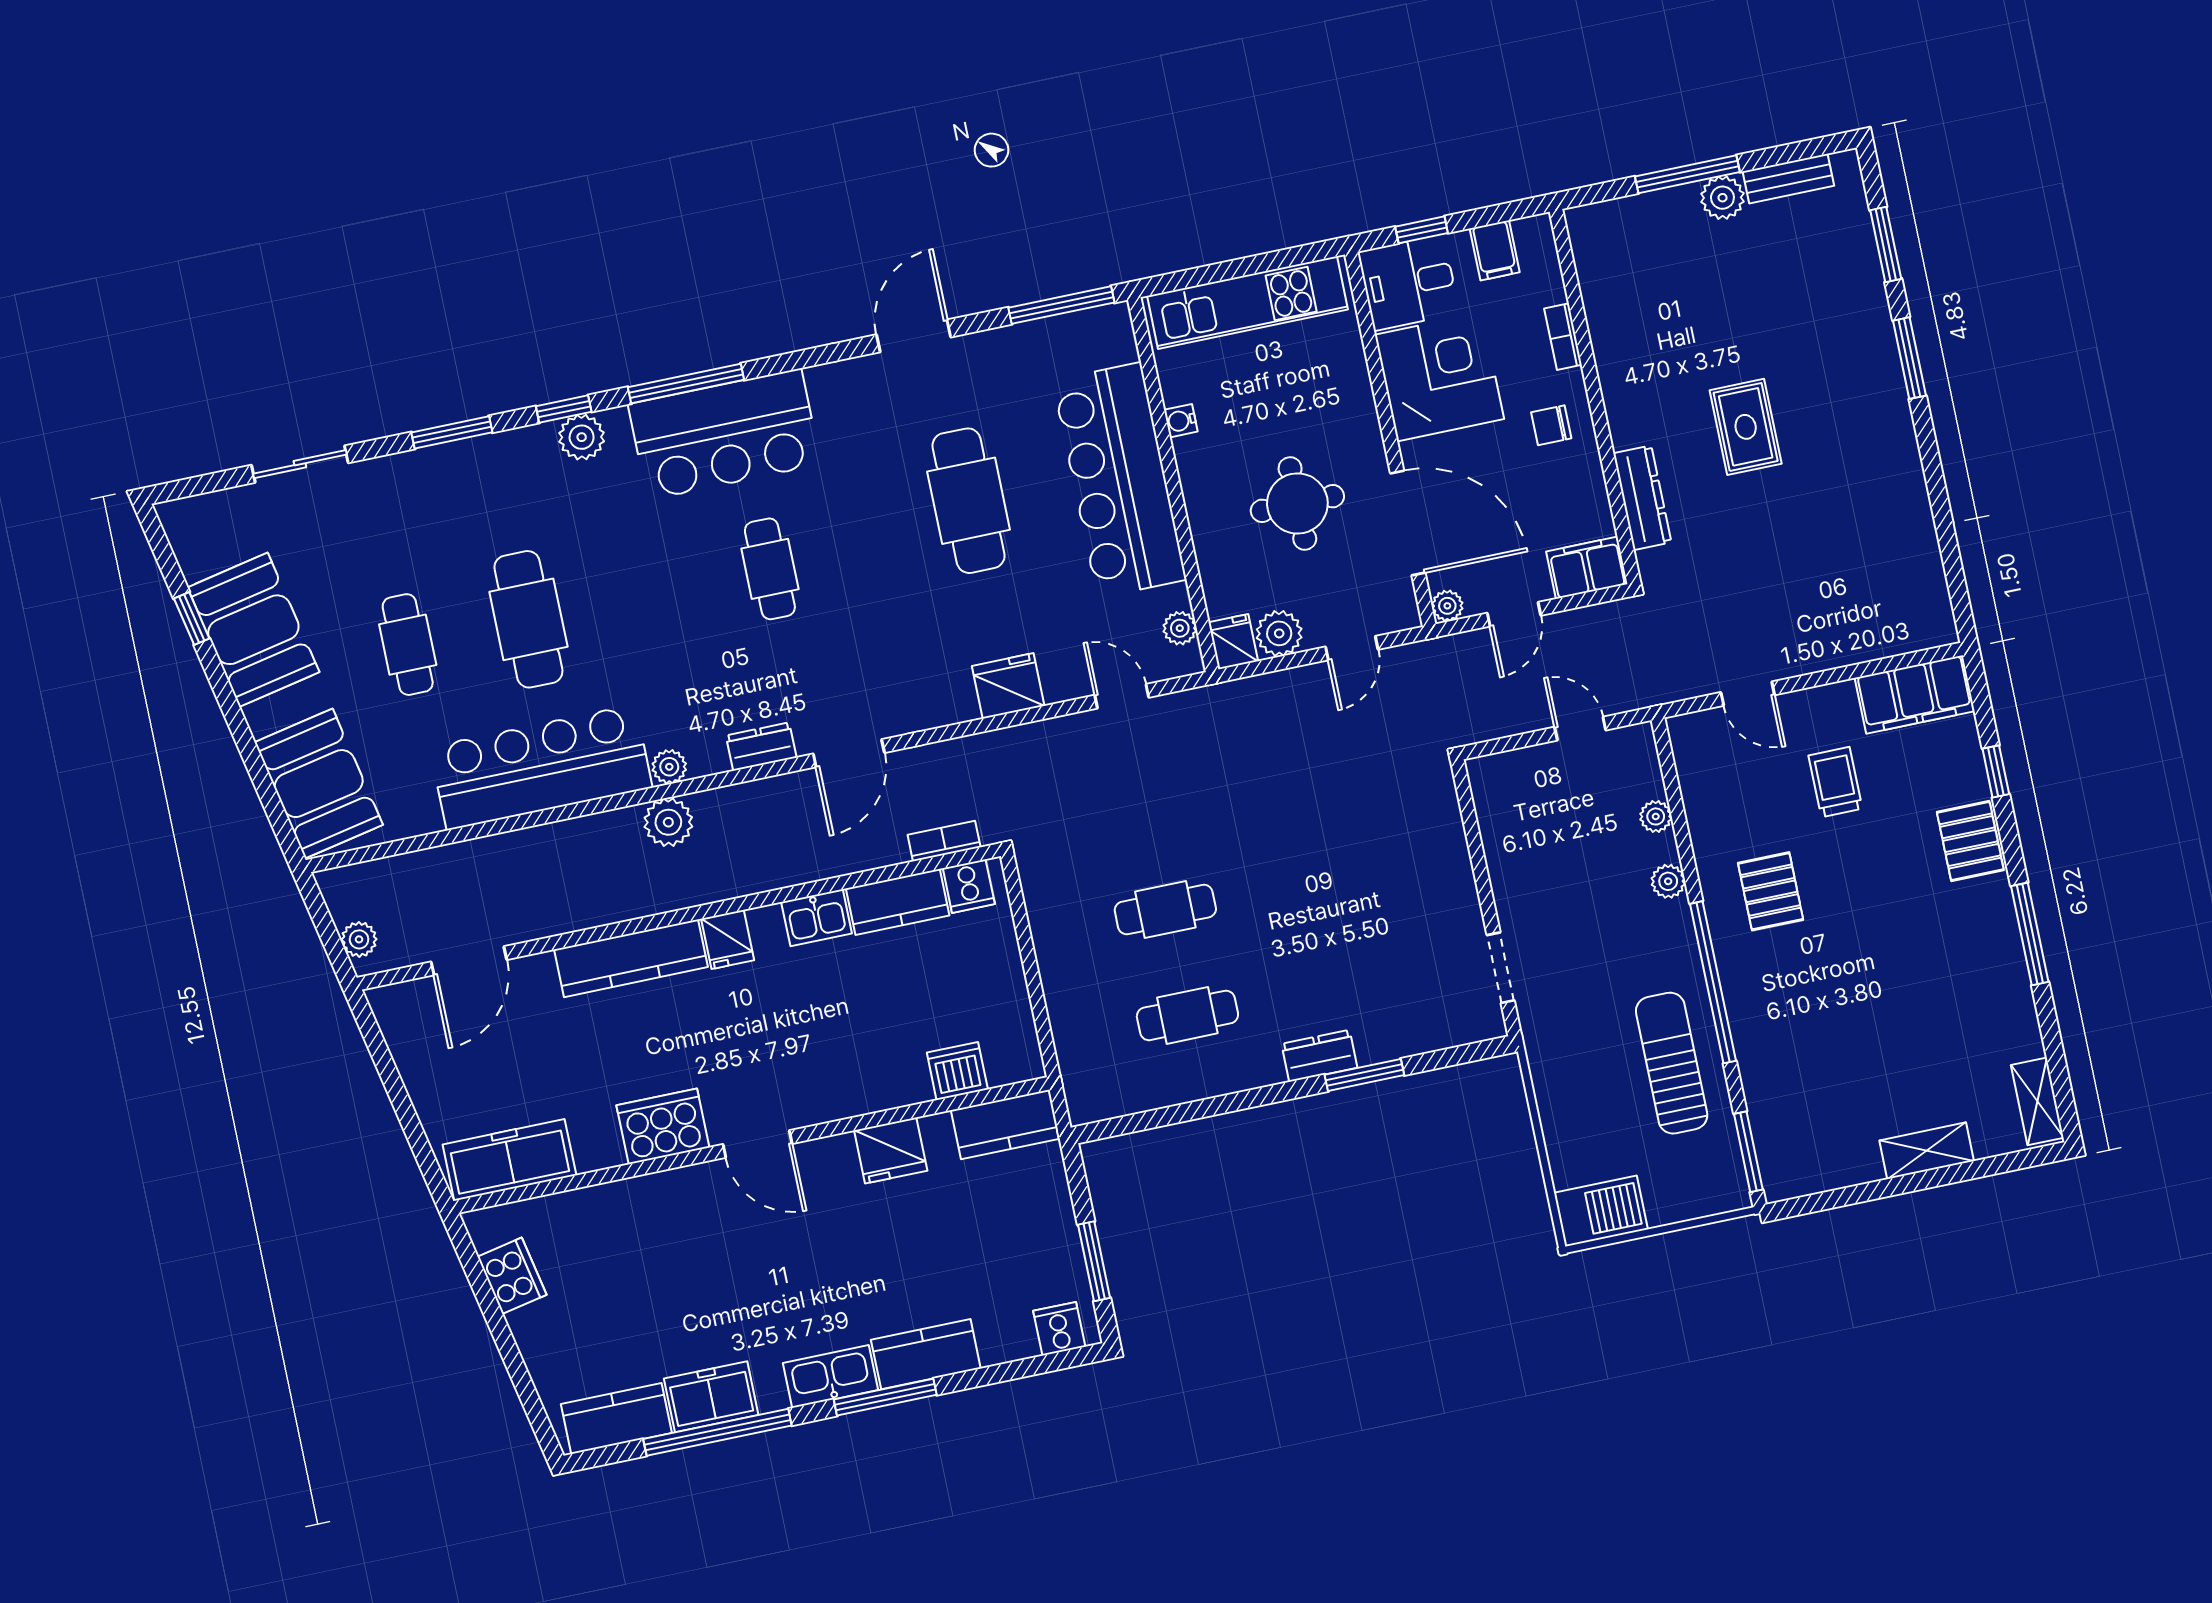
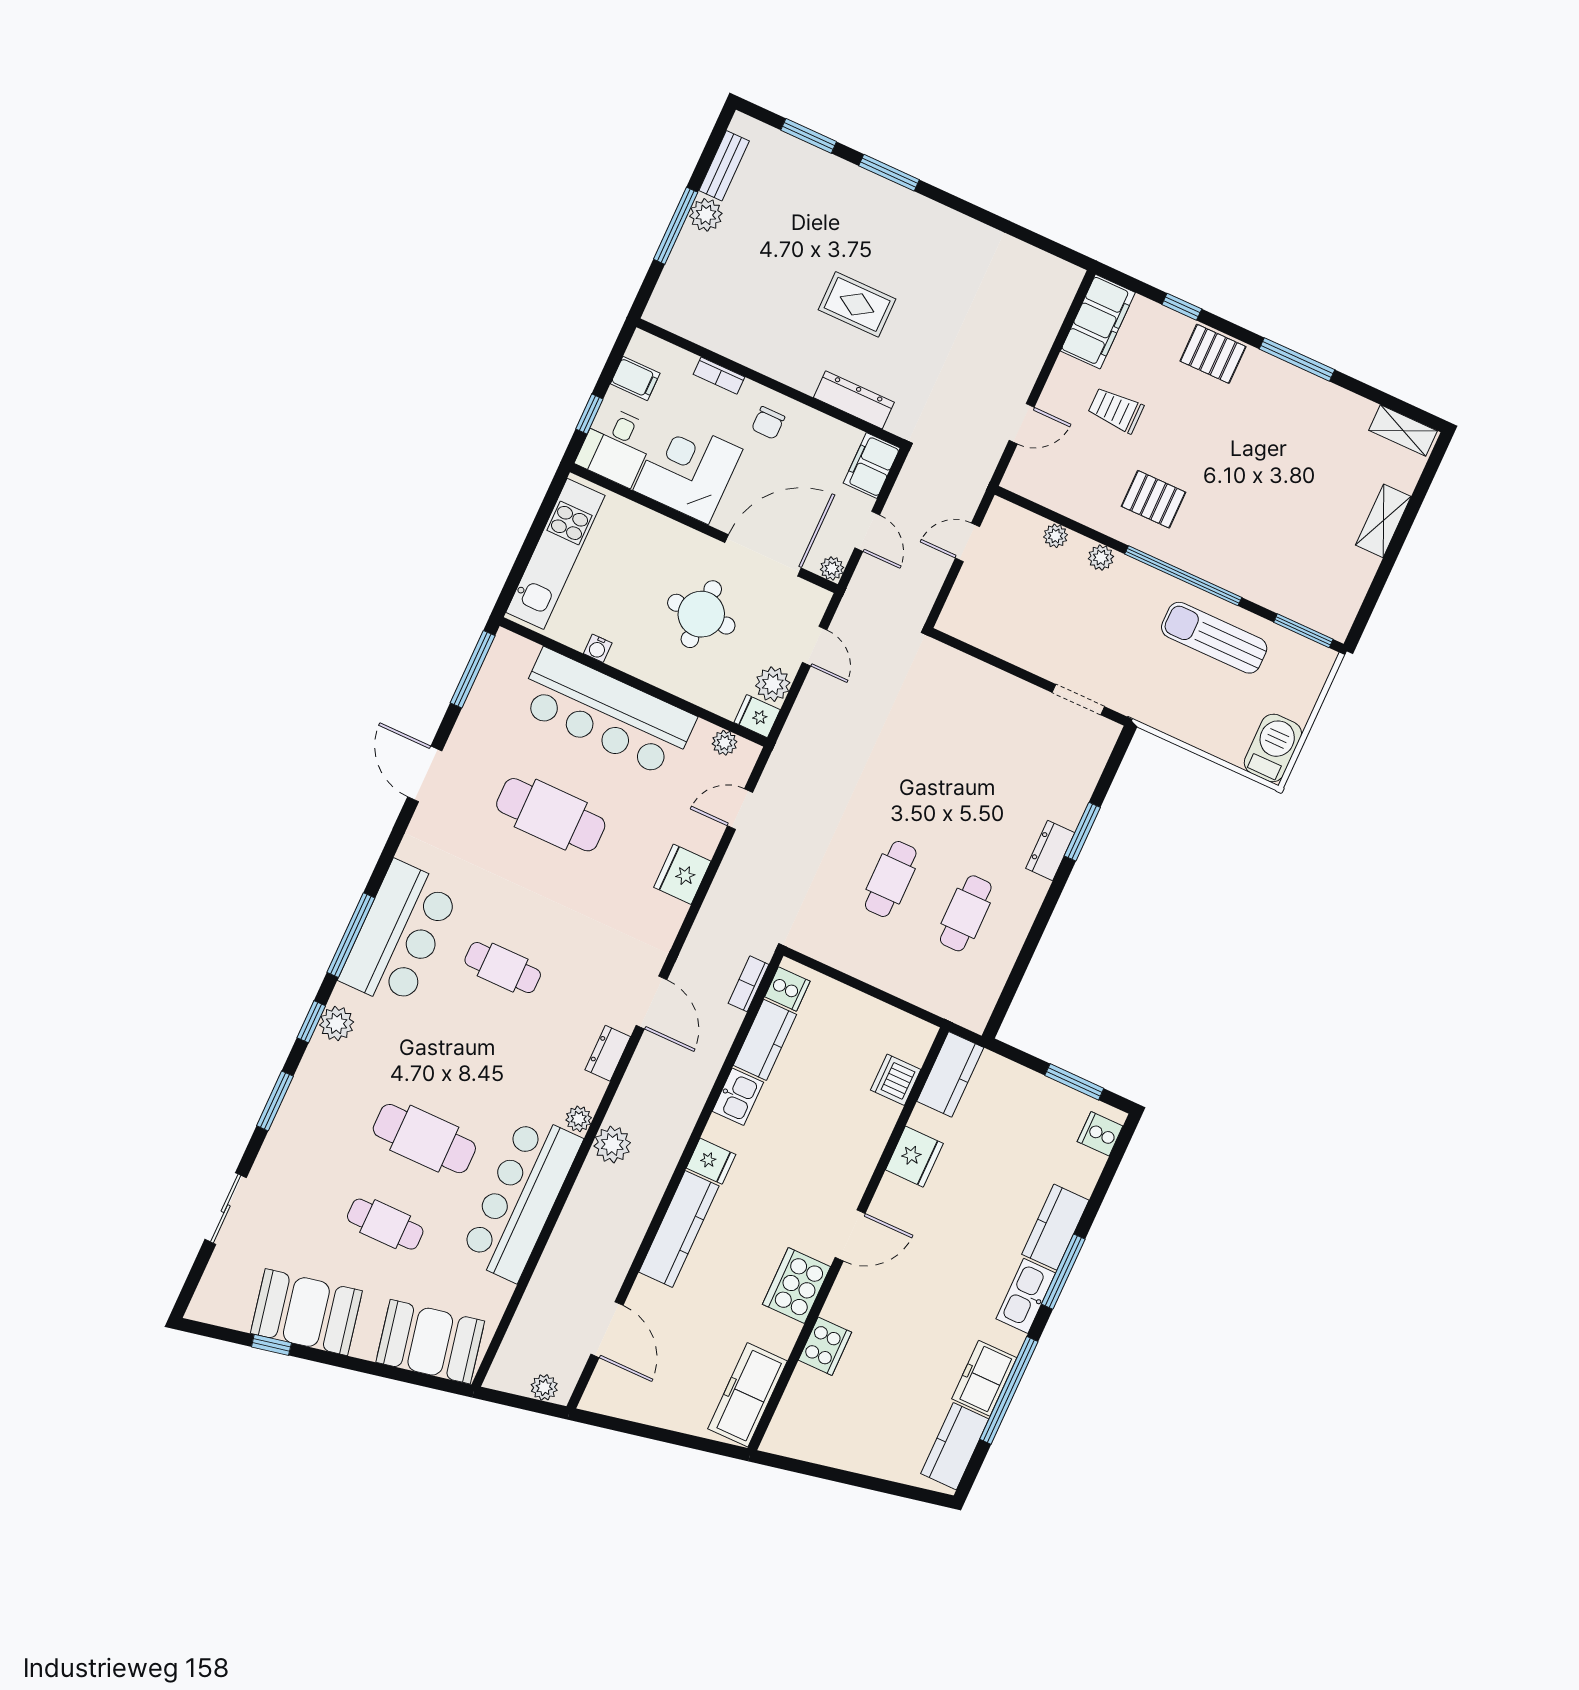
cooker: (512, 1276) -> (825, 1346), moved, turned 102

